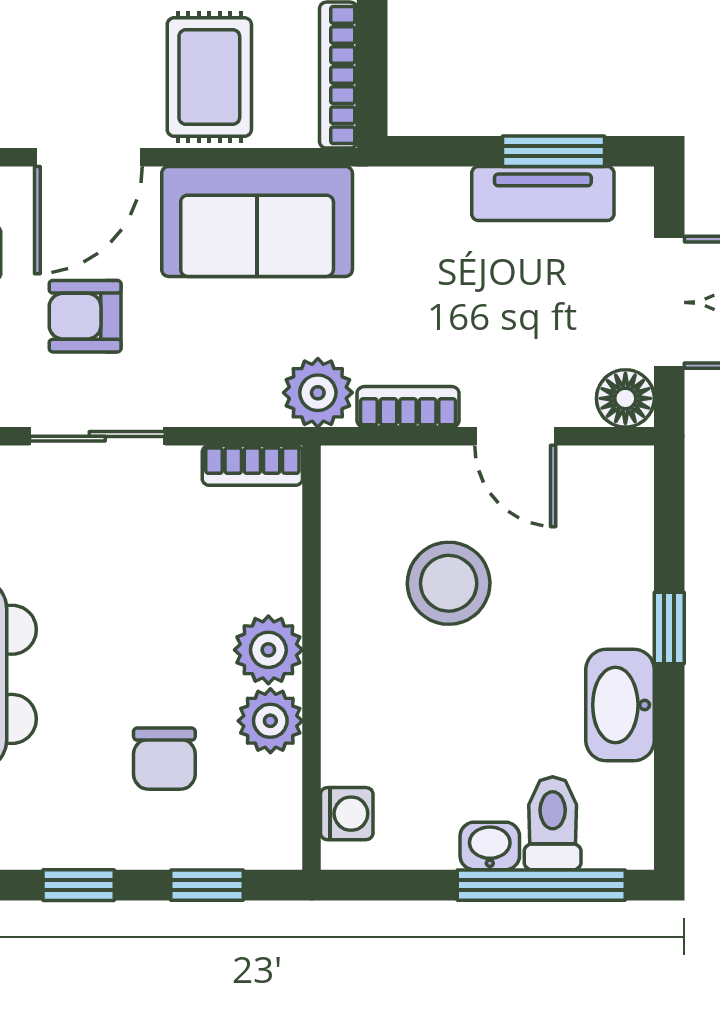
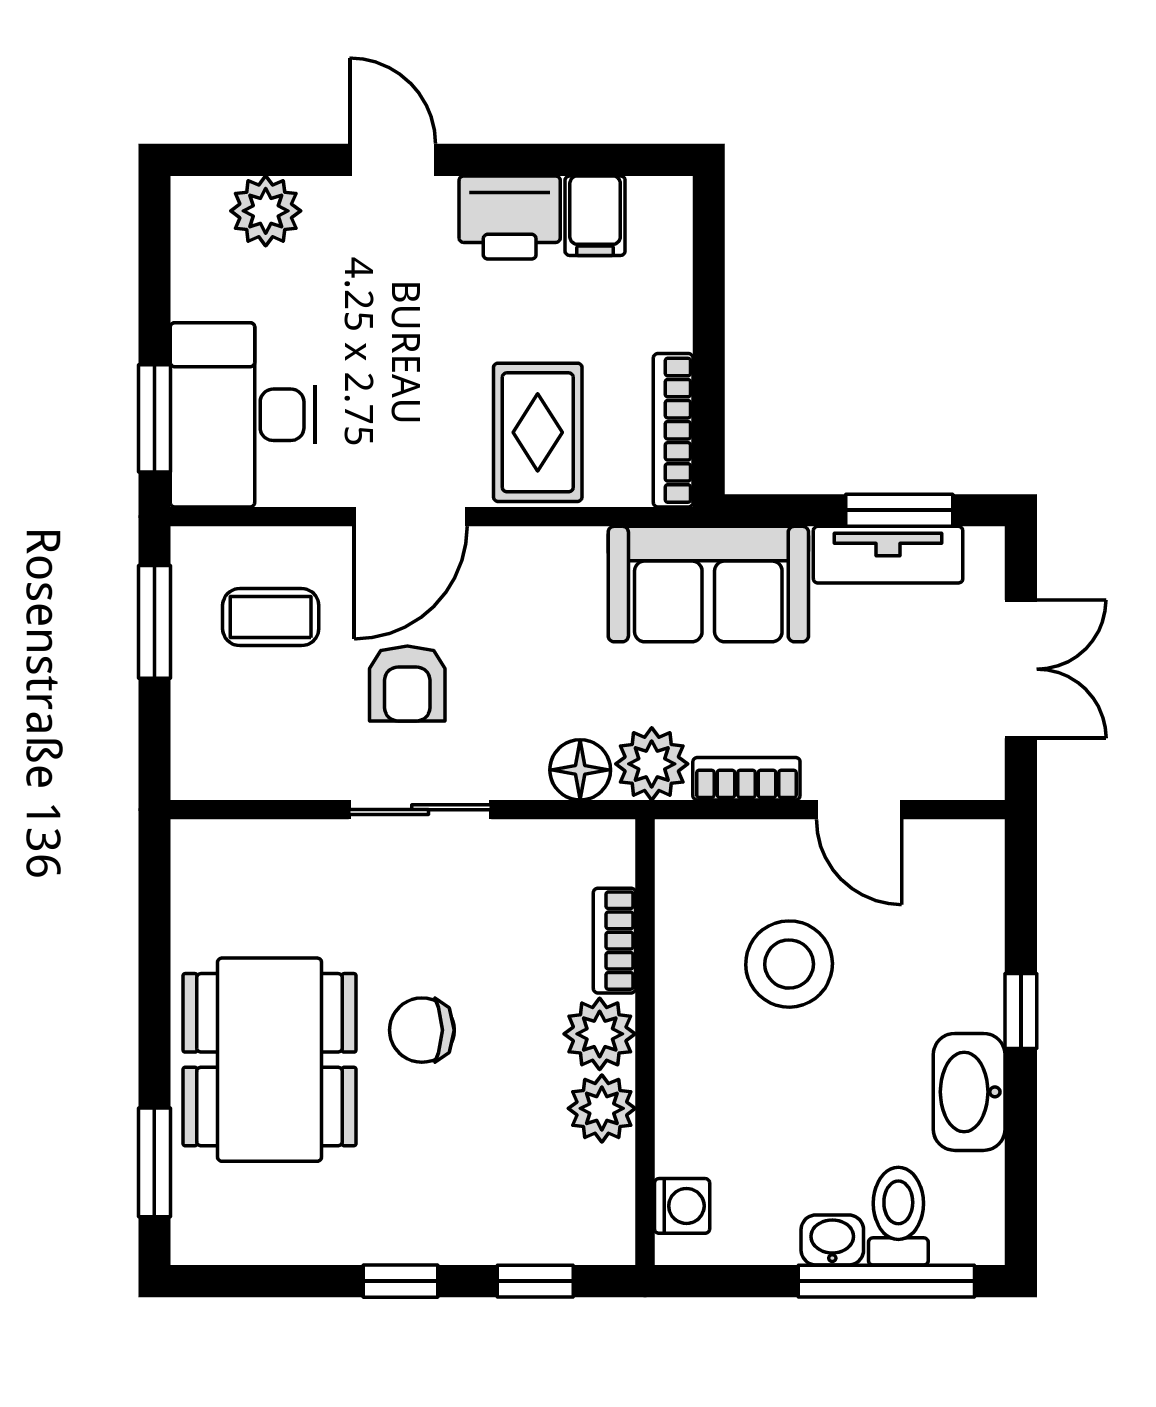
sofa: (257, 221) -> (708, 584), moved
armchair: (85, 316) -> (407, 683), turned -90
floor lamp: (625, 398) -> (580, 770), moved
bookcase: (252, 465) -> (614, 941), moved, turned 90
chair: (164, 759) -> (422, 1030), moved, turned 90

